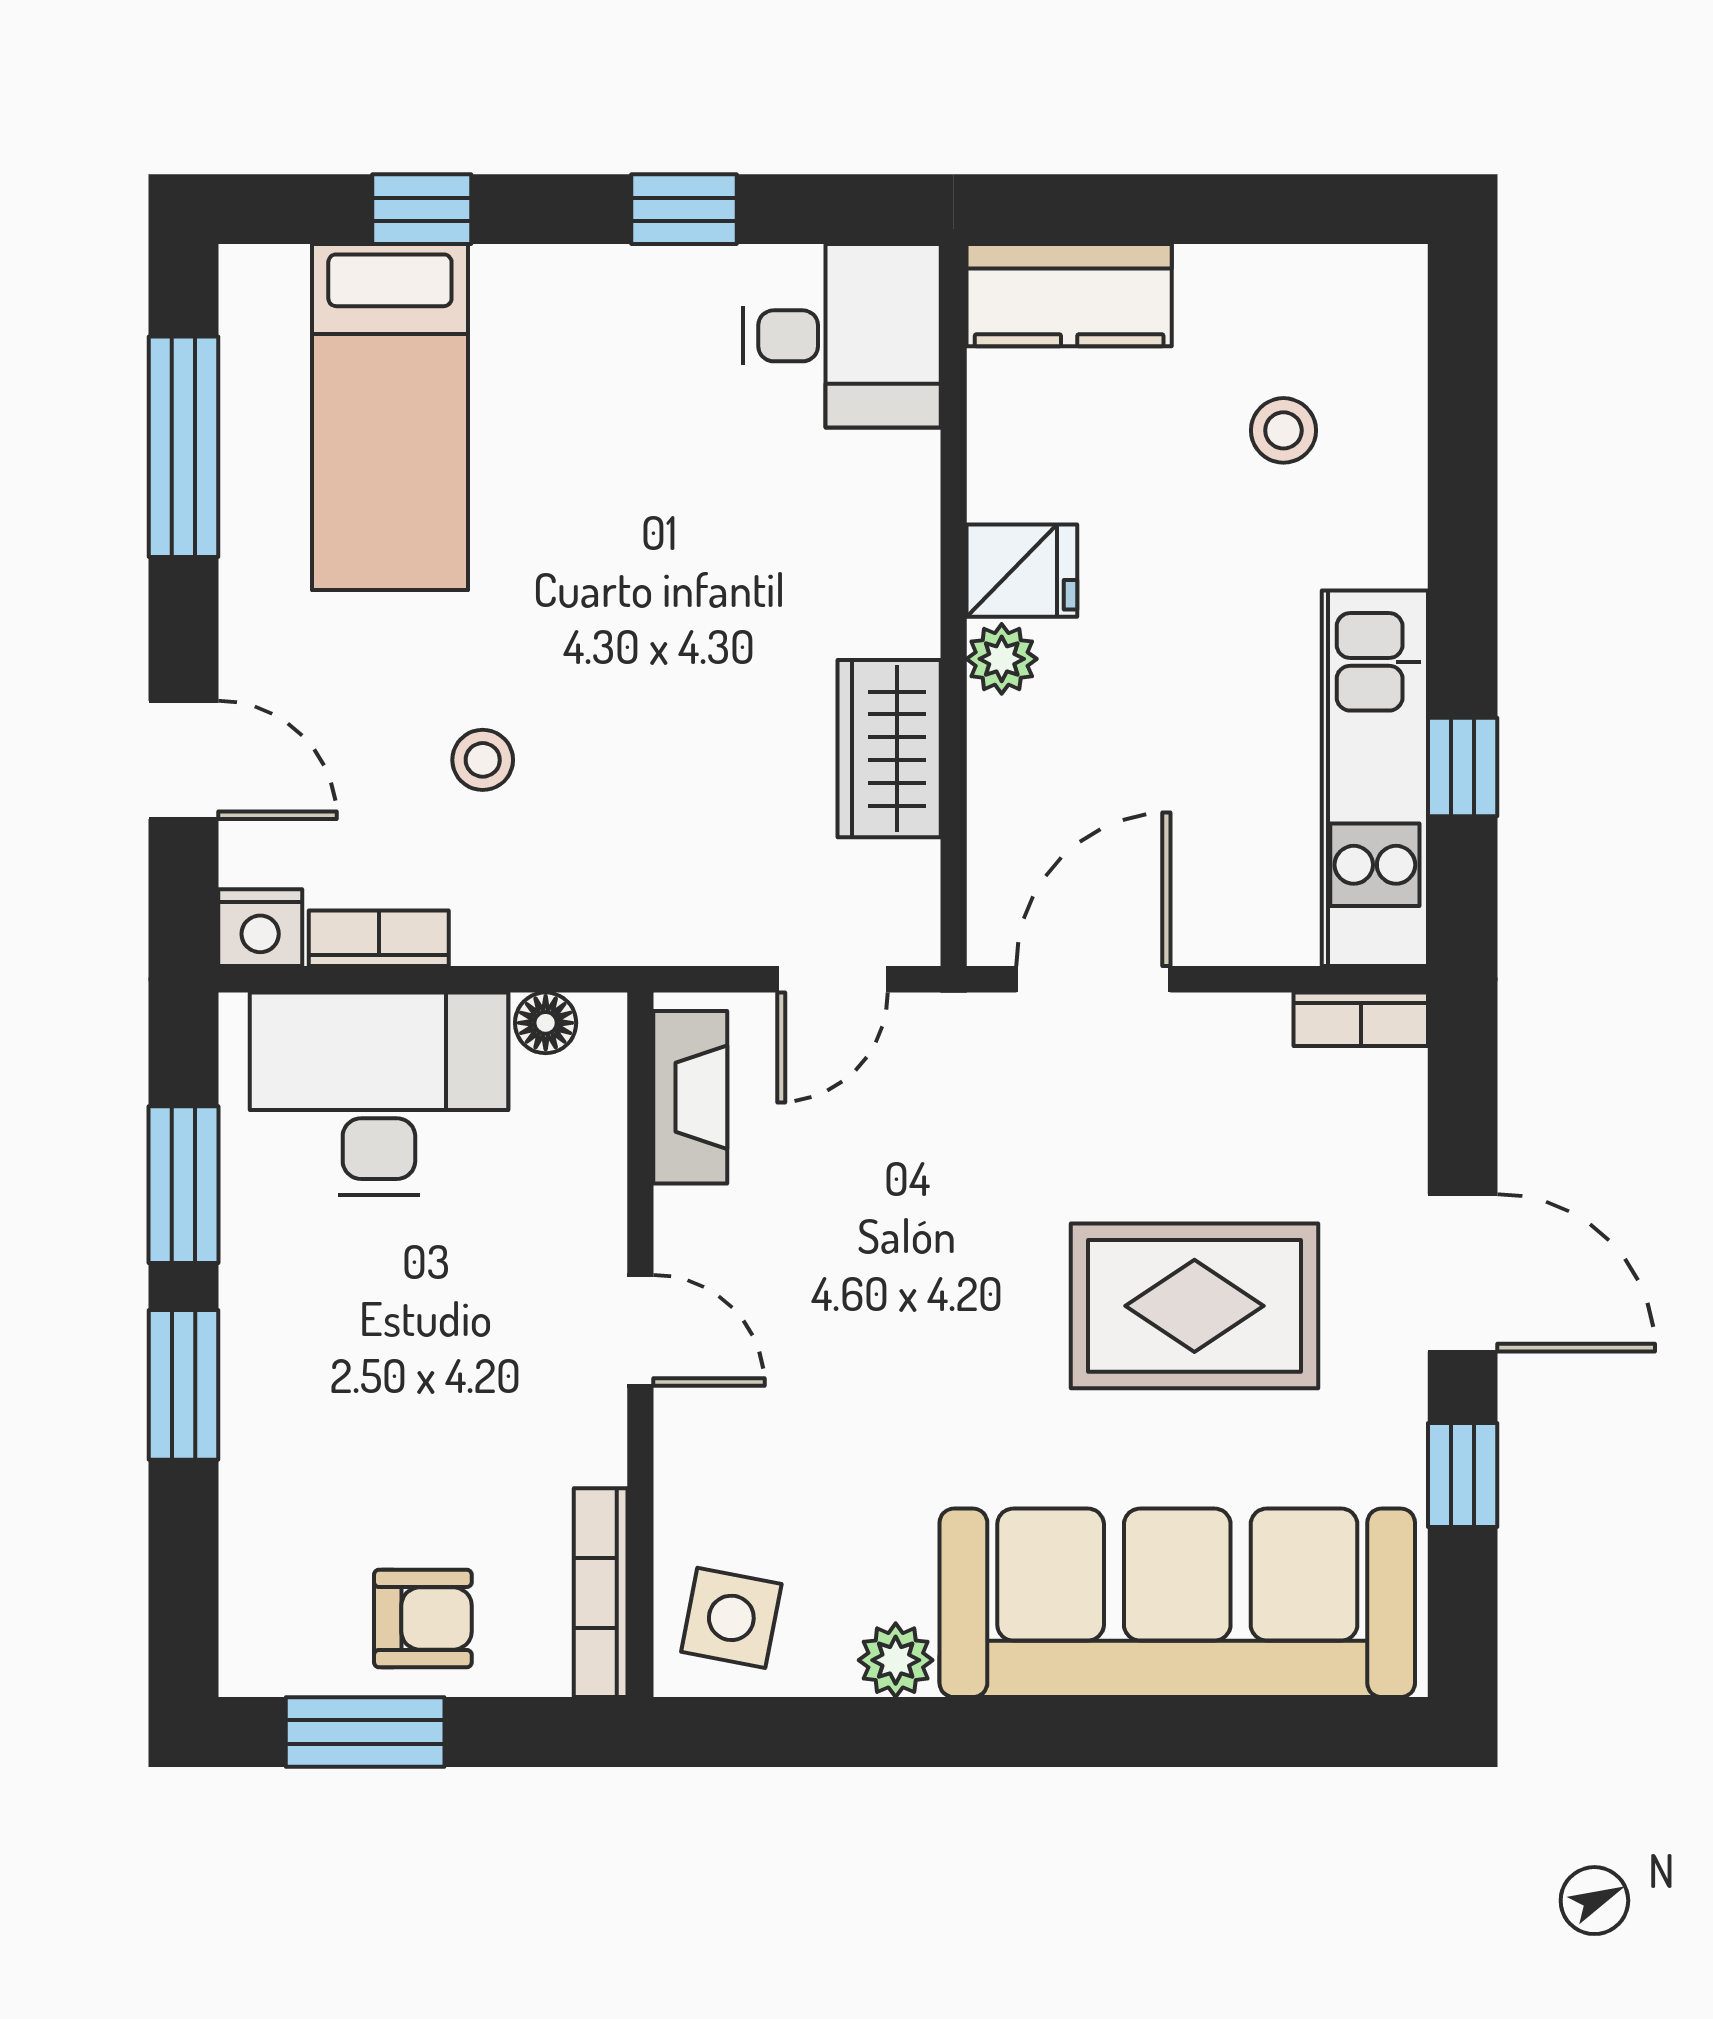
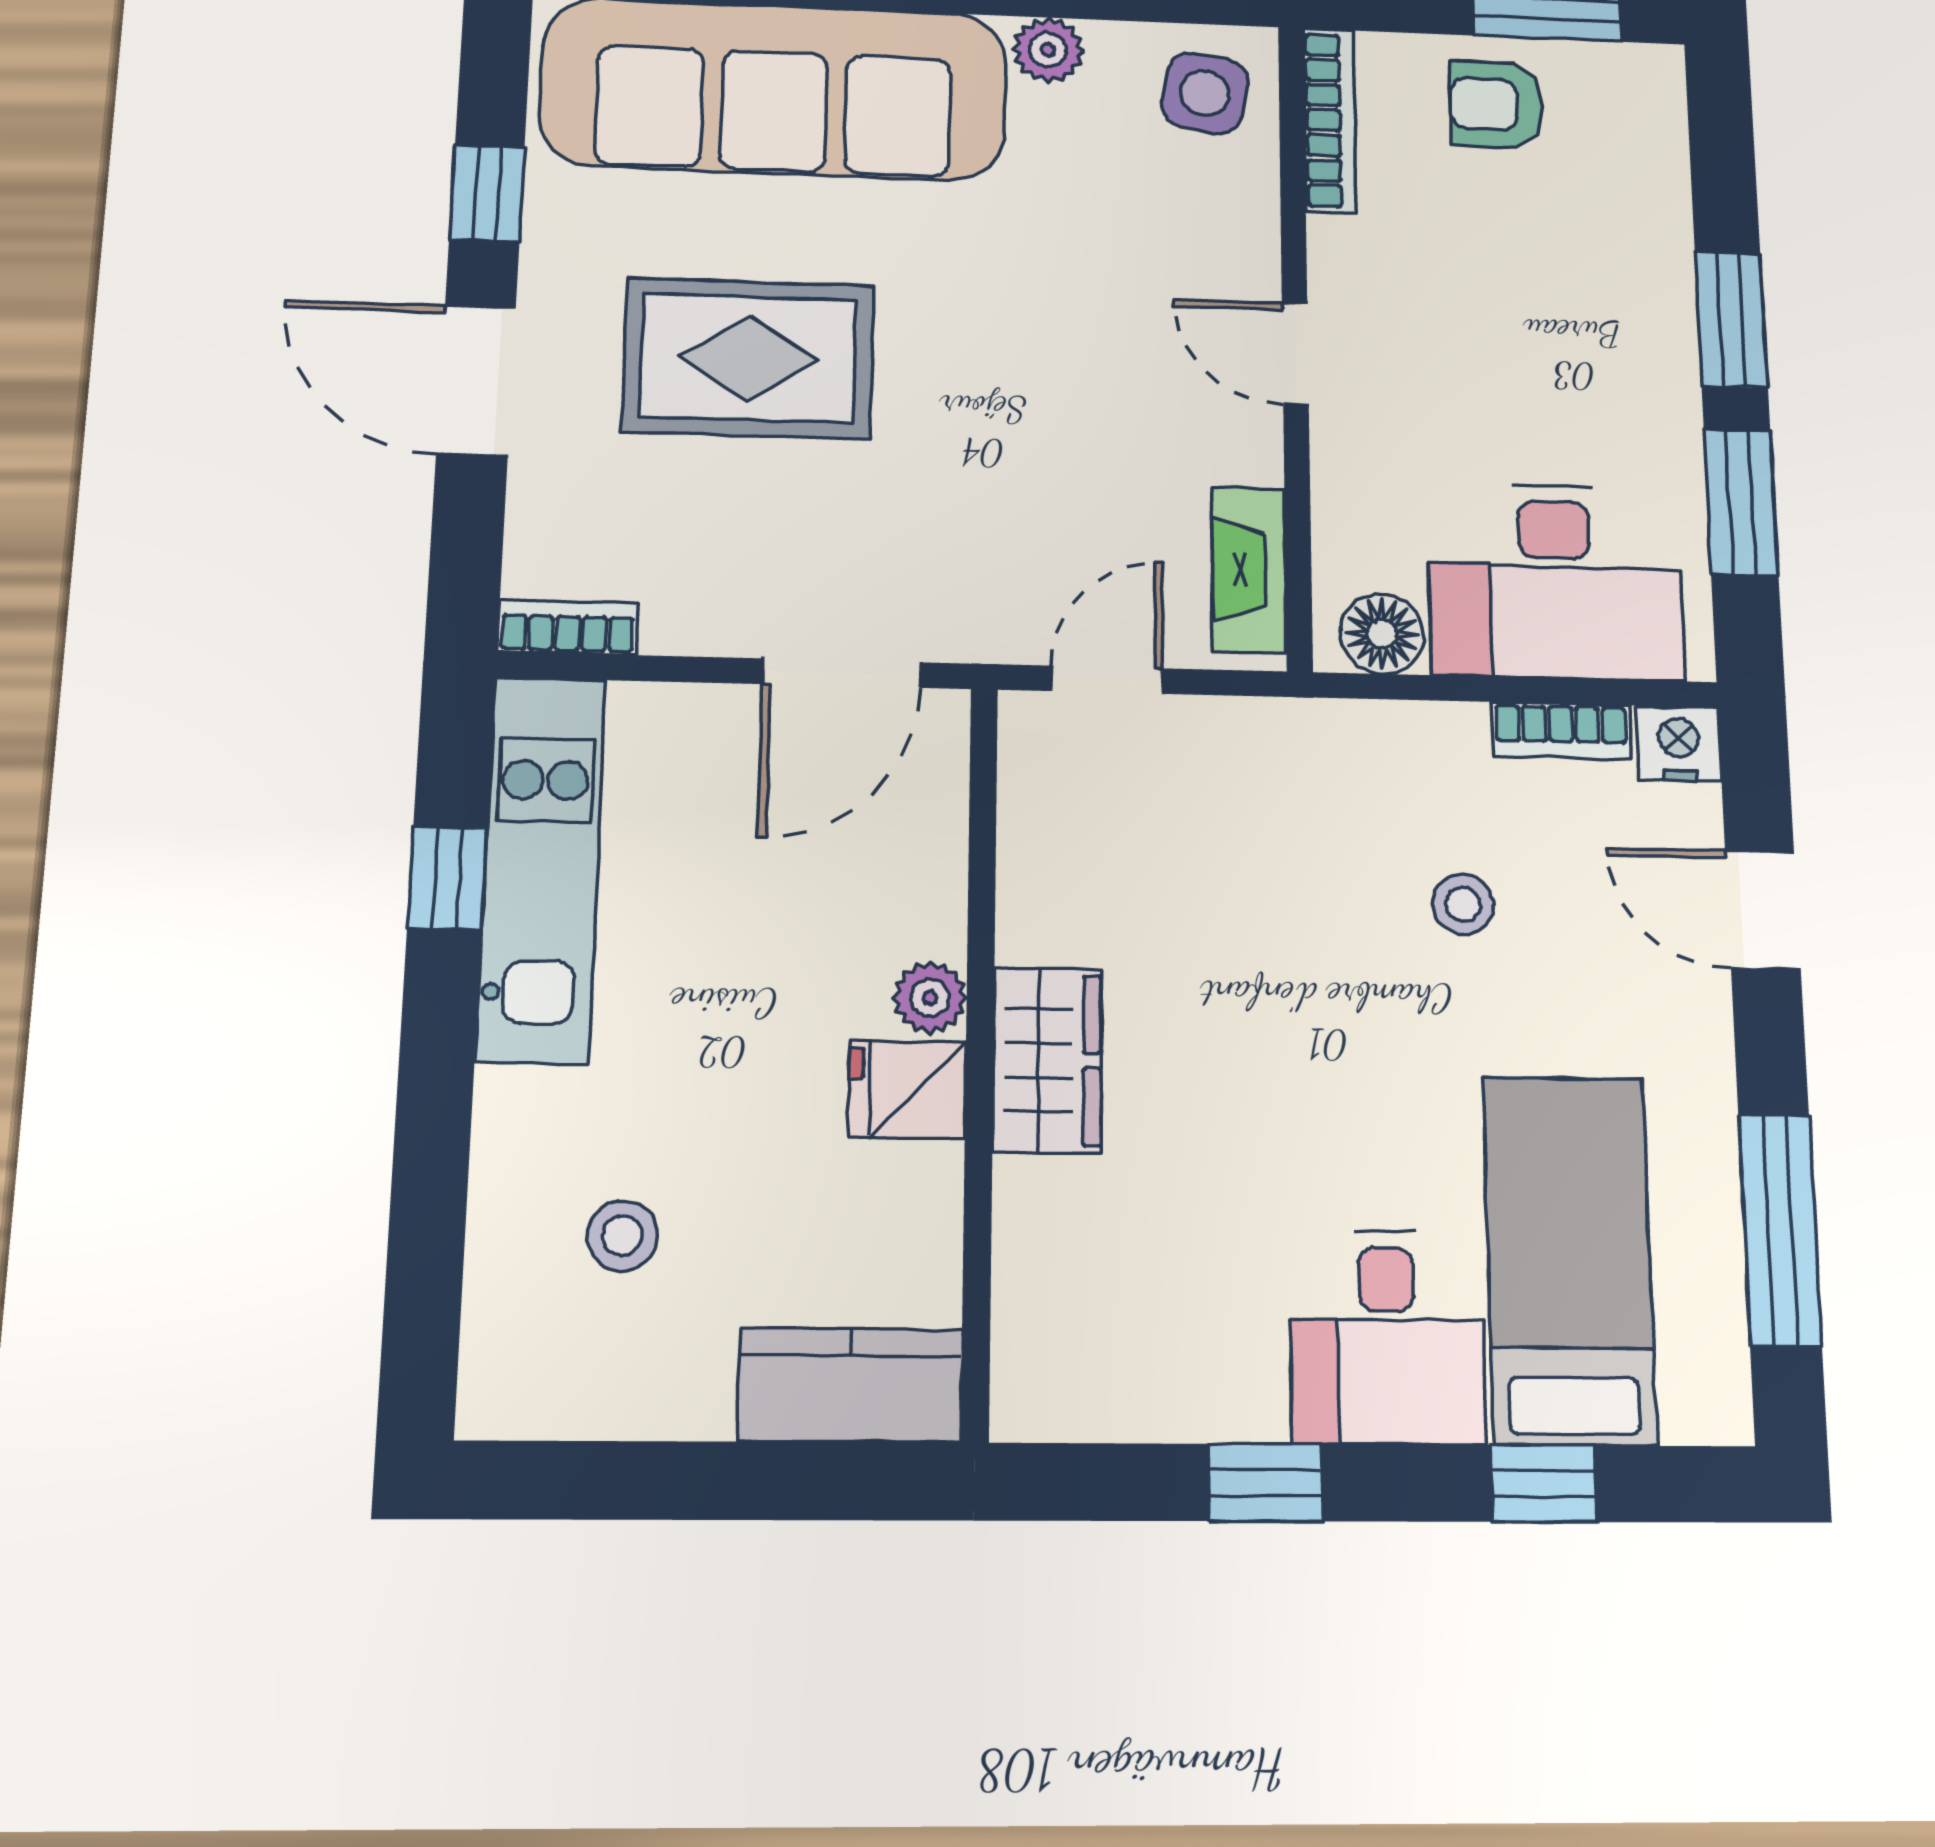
desk: (842, 336) -> (1387, 1337), moved, turned -90
wardrobe: (889, 749) -> (1047, 1060), moved
floor lamp: (546, 1023) -> (1382, 634), width x1.37, depth x1.37

